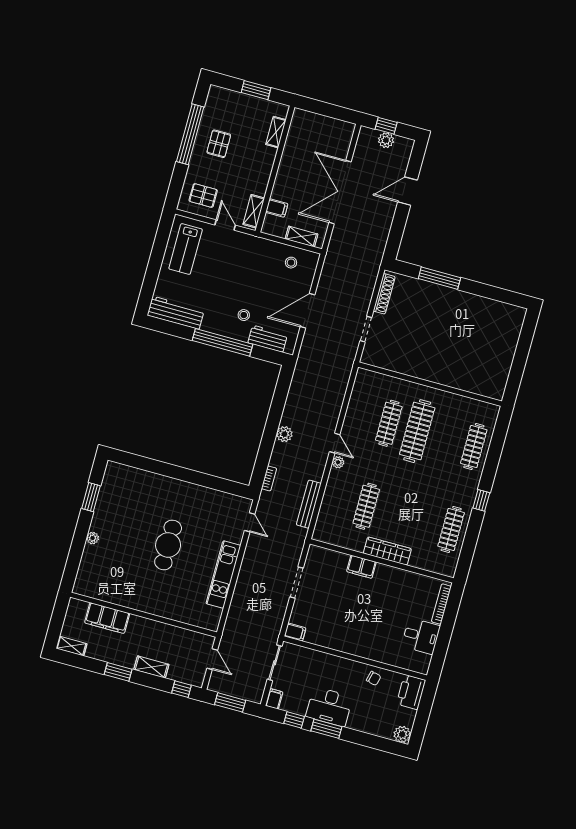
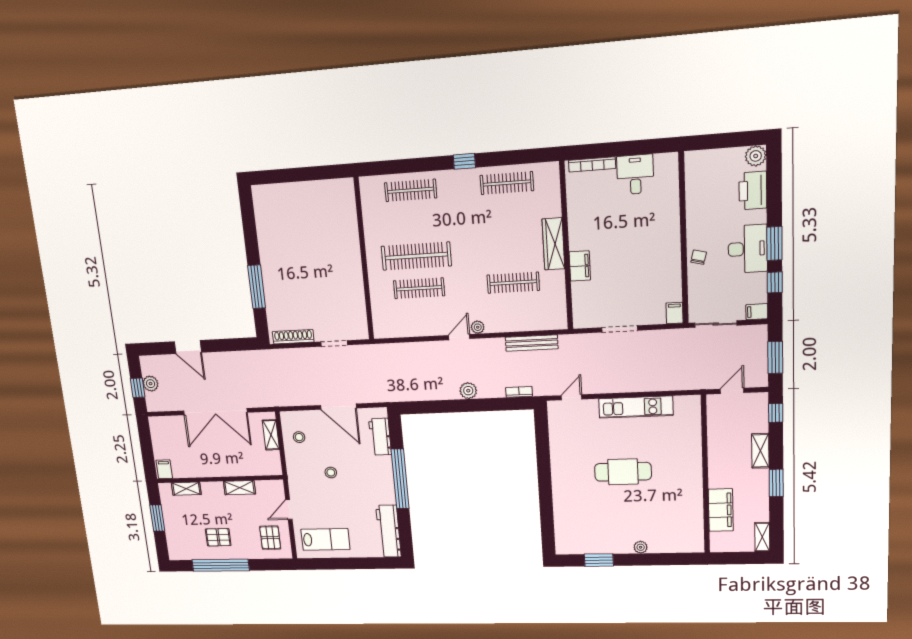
filing cabinet: (277, 208) -> (164, 469), moved
shelving: (254, 211) -> (239, 488), moved
stool: (244, 315) -> (331, 473), moved
chair: (374, 678) -> (699, 257), moved
printer: (411, 692) -> (753, 191), moved, turned 90

